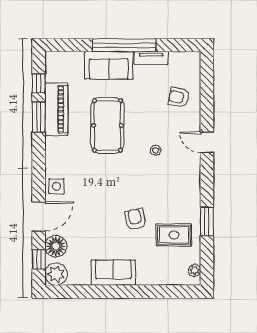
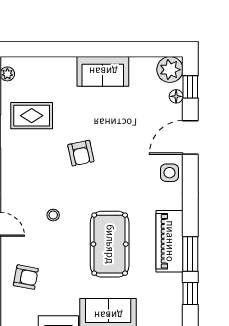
piano: (56, 109) -> (170, 241), moved
armchair: (135, 219) -> (81, 153), moved
floor lamp: (56, 246) -> (176, 96), width x0.53, depth x0.53

